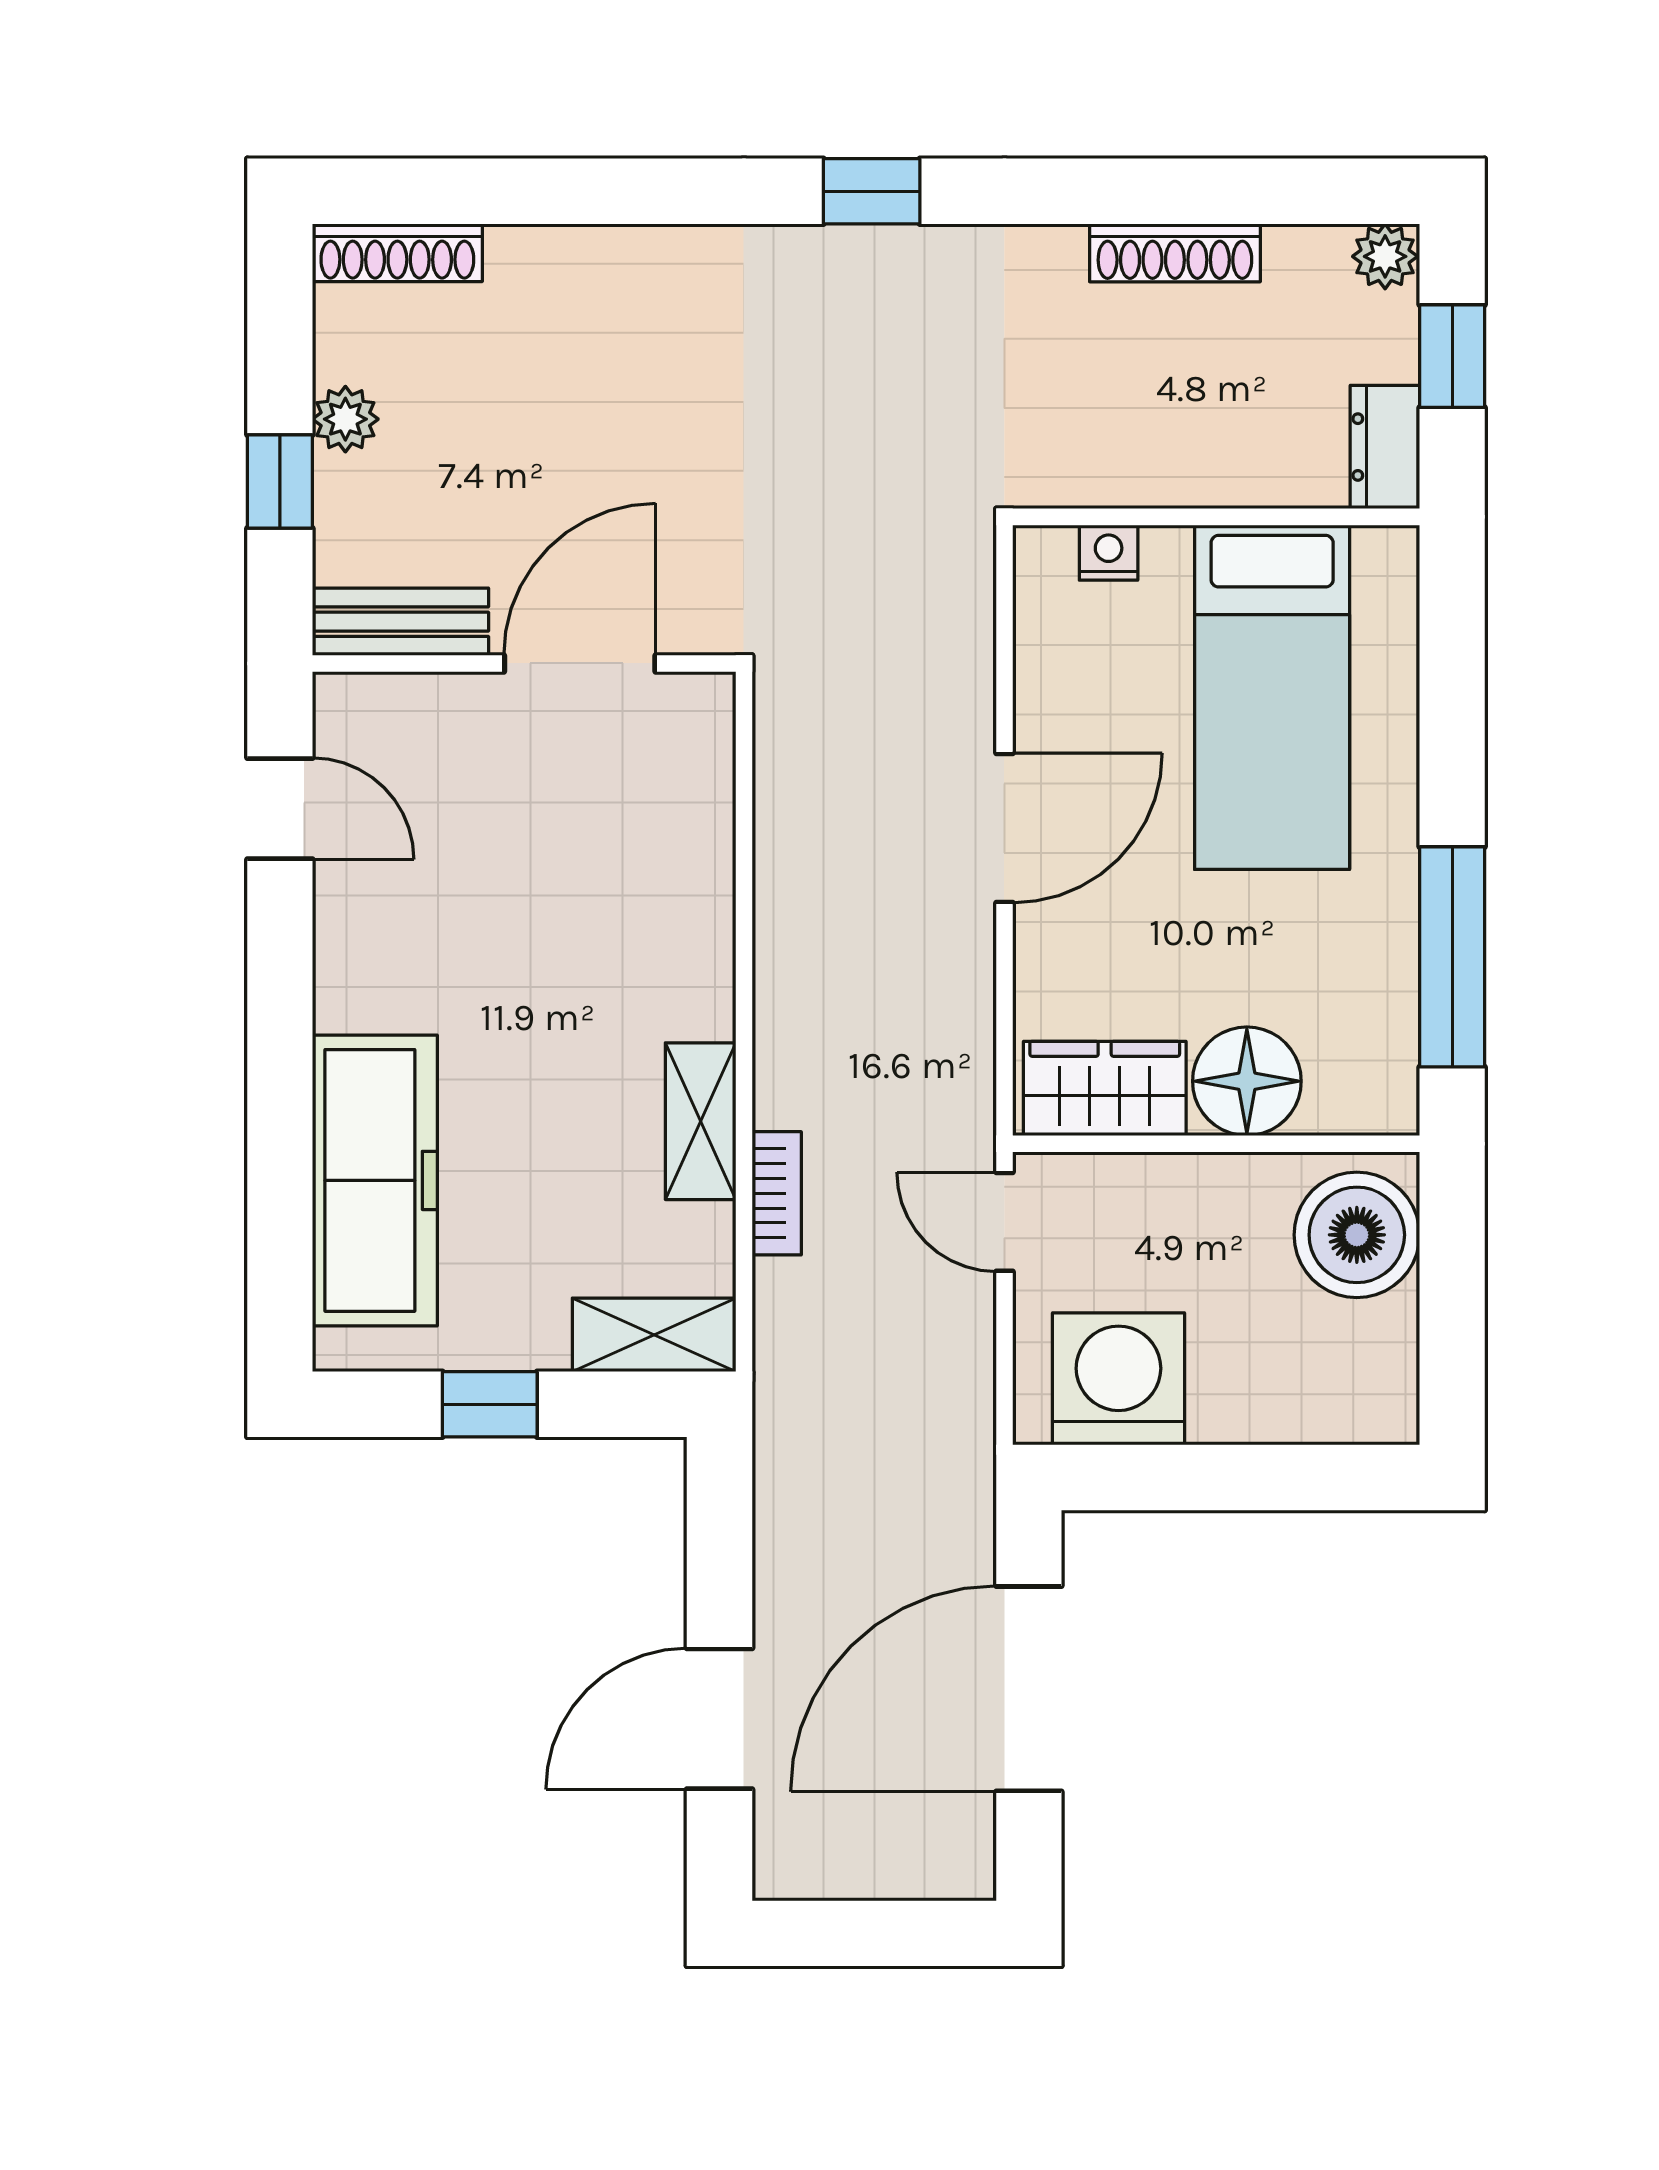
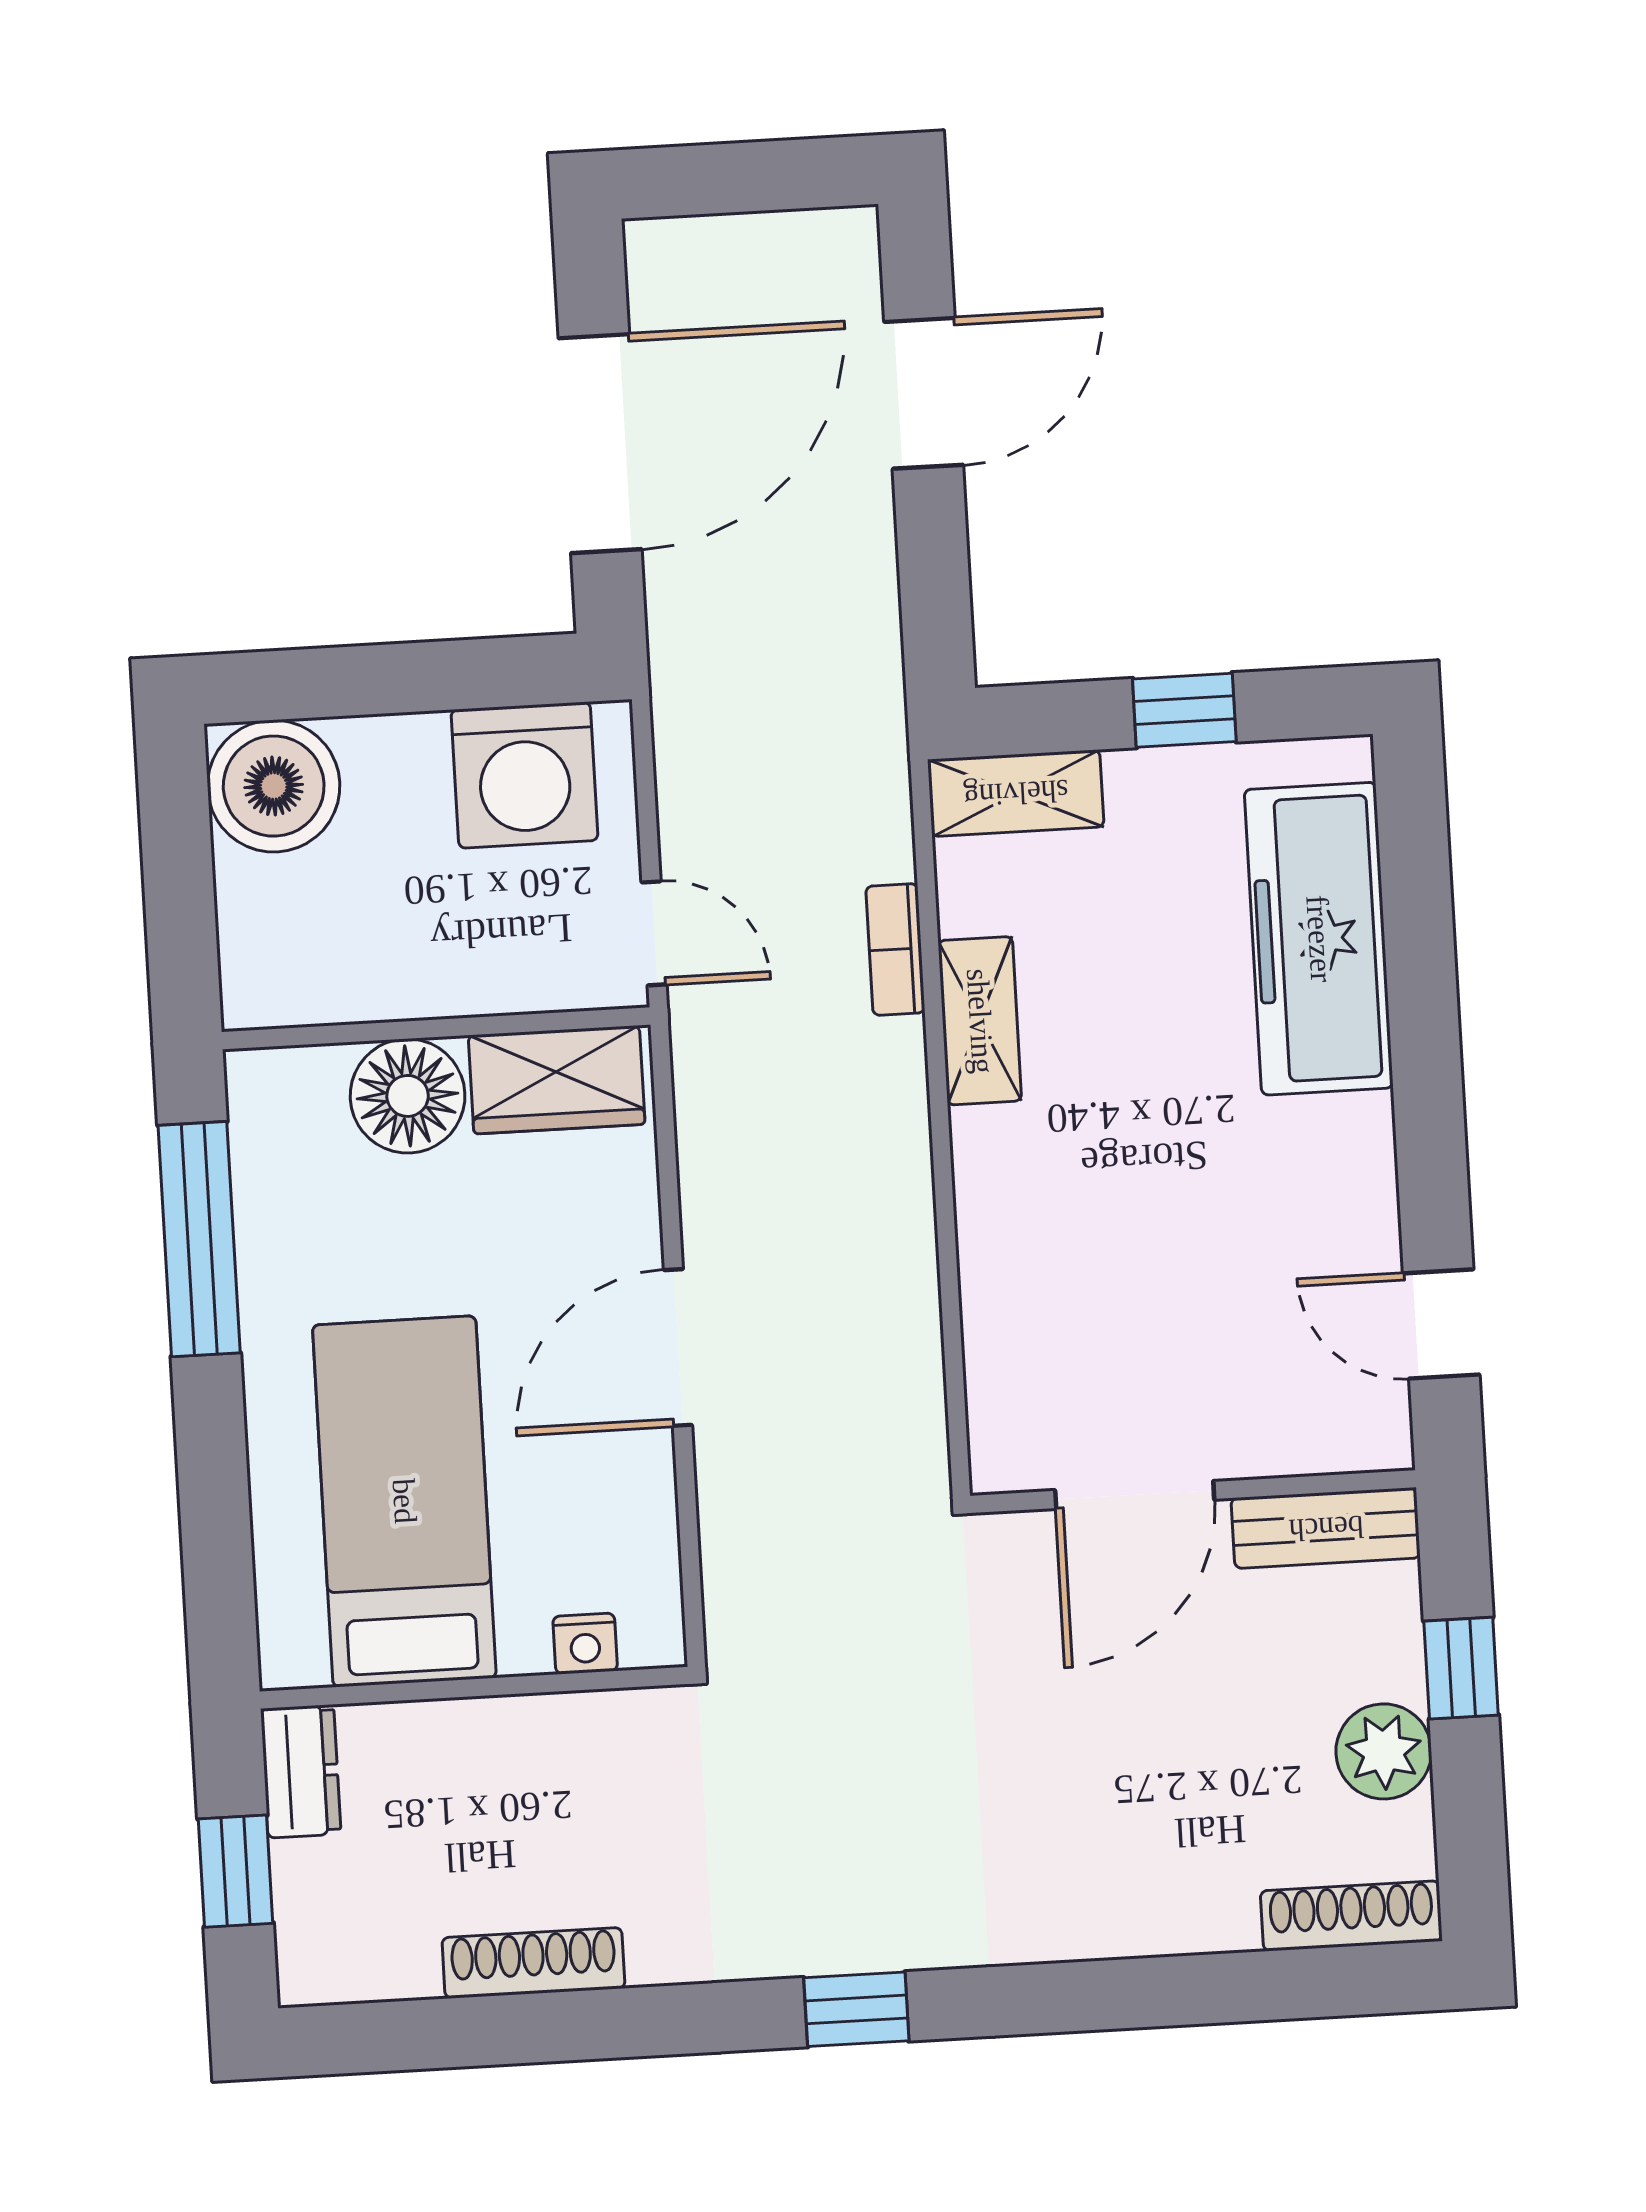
plant: (1385, 256) -> (312, 1972), removed
plant: (345, 419) -> (1384, 1751), width x1.38, depth x1.38
boiler: (1357, 1235) -> (274, 786), moved

